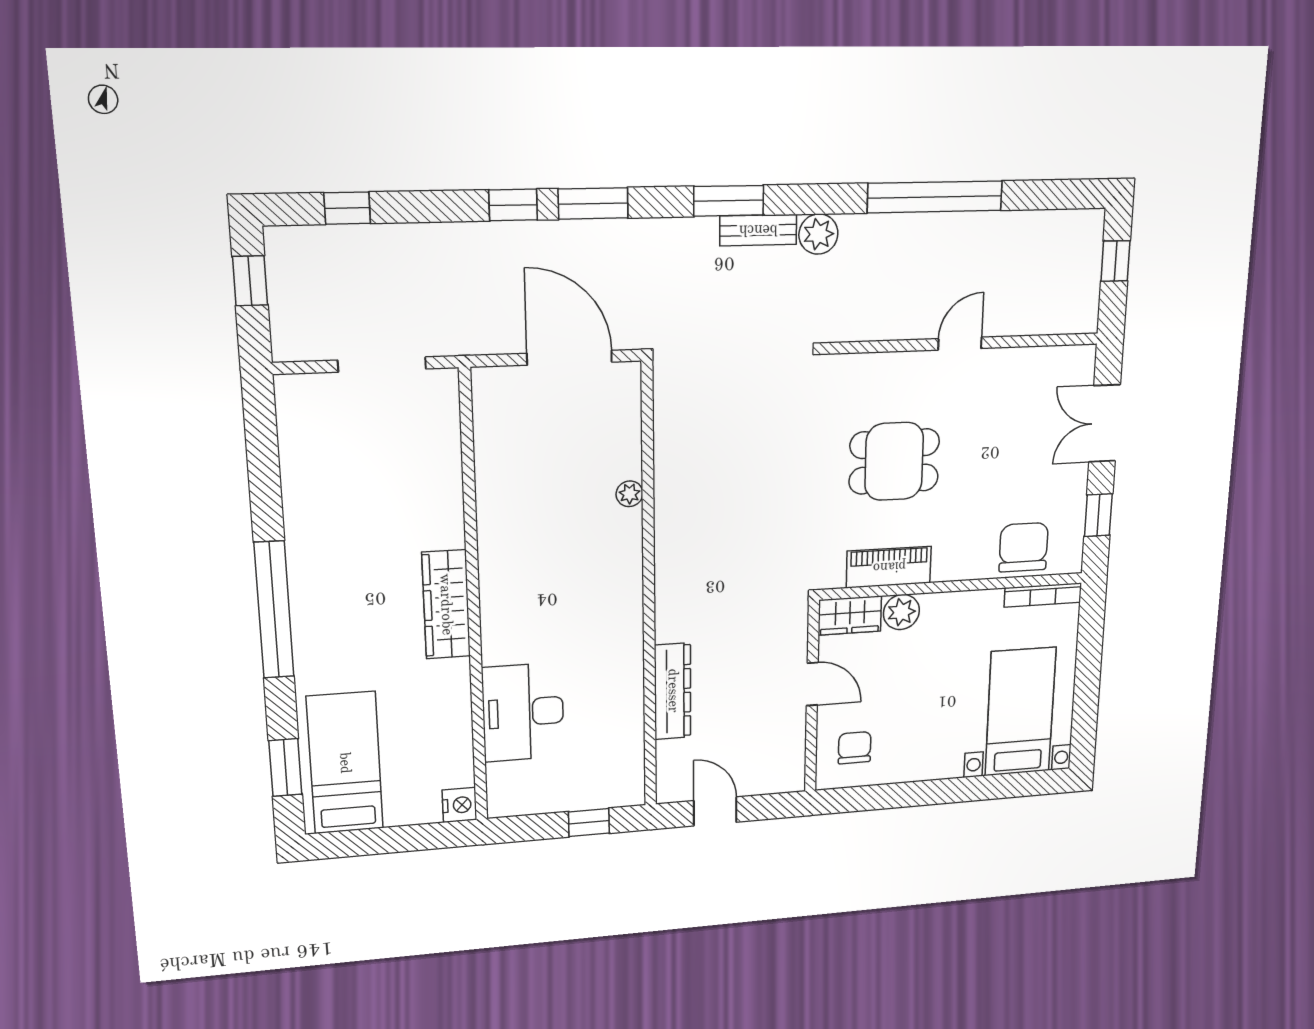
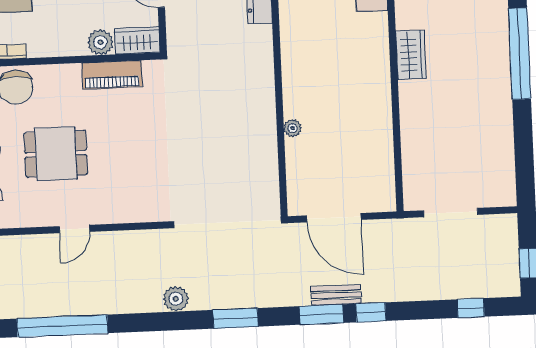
window: (935, 197) -> (62, 326), moved
bench: (758, 230) -> (336, 295), moved
dining table: (894, 461) -> (56, 154), moved
wardrobe: (446, 604) -> (411, 55), width x0.67

